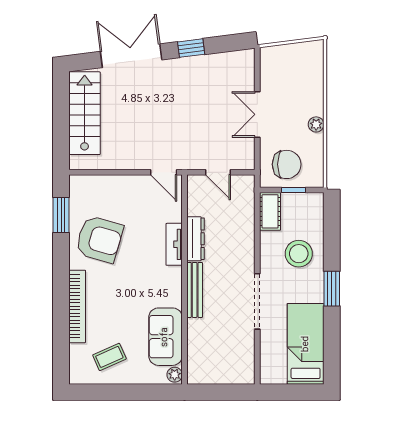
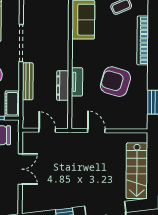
door: (164, 172) -> (96, 131), moved
armchair: (99, 239) -> (115, 82), moved
bench: (195, 290) -> (28, 81), moved

